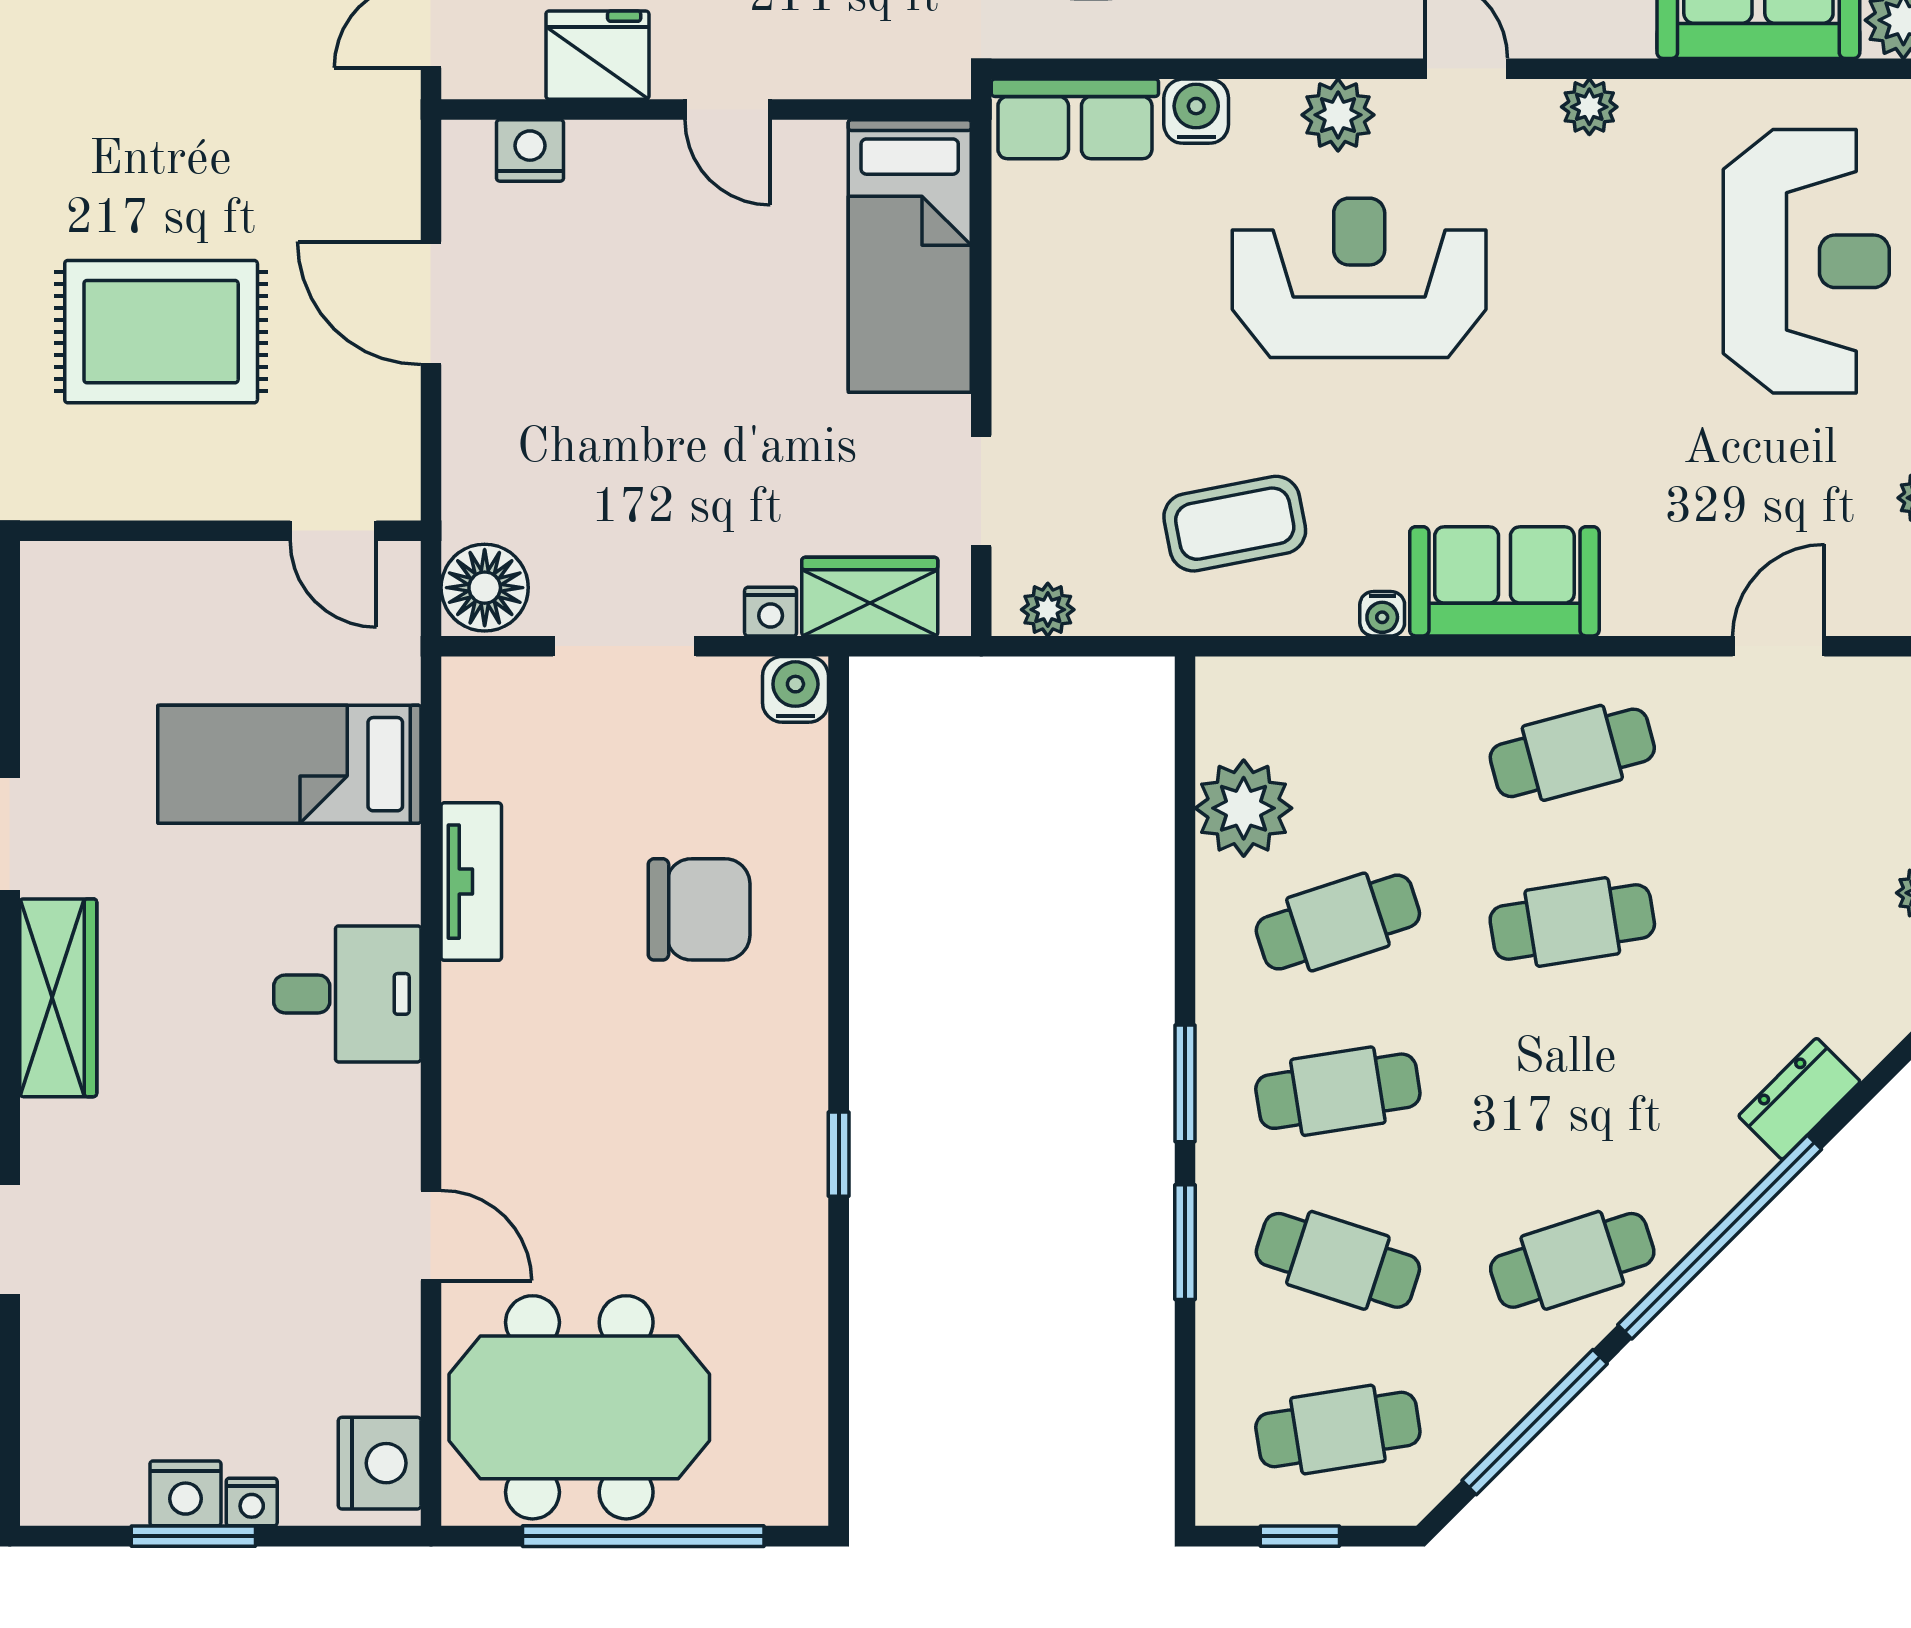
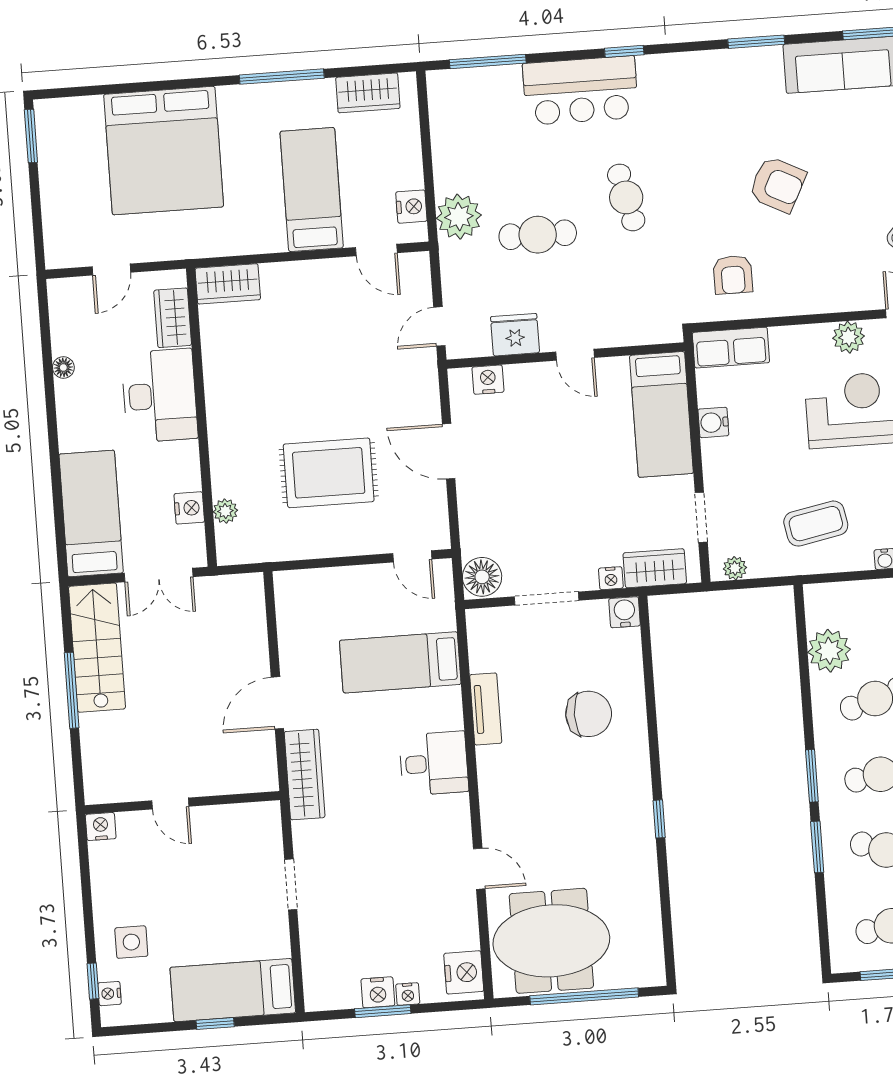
water cooler: (1196, 111) -> (713, 422), moved, turned -90

